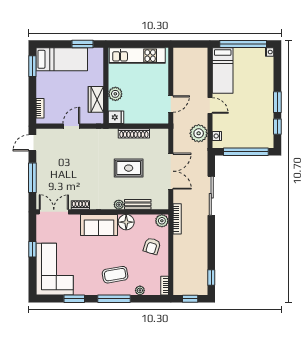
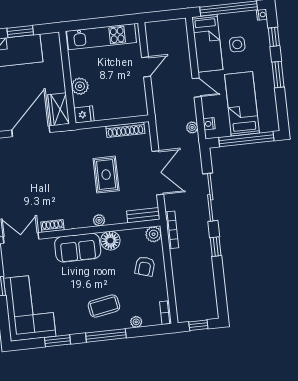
window: (83, 44) -> (20, 31), moved
side table: (247, 74) -> (237, 44), added
wardrobe: (96, 99) -> (59, 109), moved
door: (171, 104) -> (146, 67), moved
bed: (245, 123) -> (242, 104), added
door: (71, 126) -> (31, 131), width x1.88
window: (277, 127) -> (274, 37), moved
shoe rack: (134, 133) -> (125, 130), moved
plant: (199, 133) -> (192, 127), width x0.53, depth x0.53
rug: (129, 168) -> (106, 175), turned 90
bench: (138, 204) -> (143, 215), moved
window: (211, 278) -> (216, 247), moved

